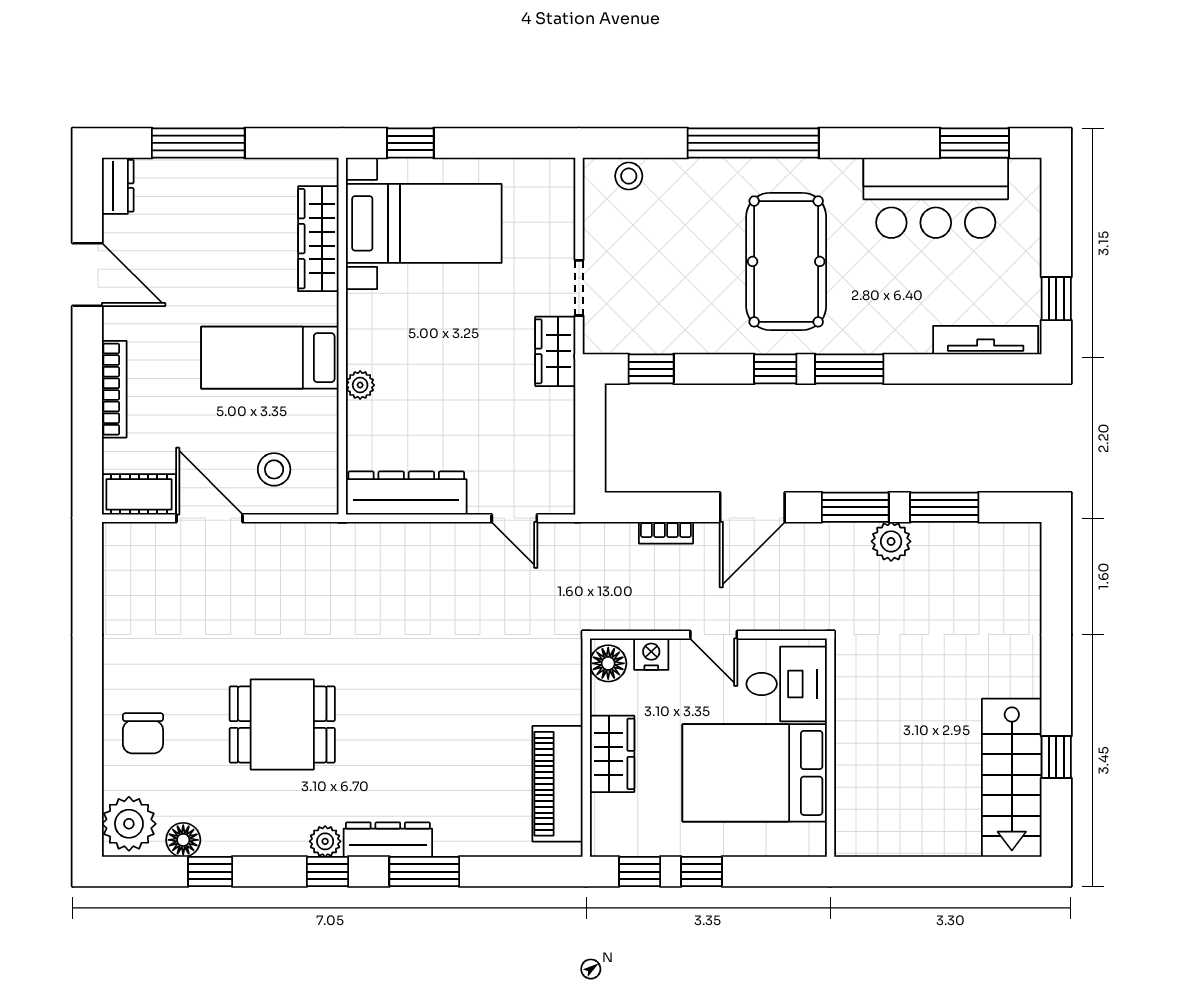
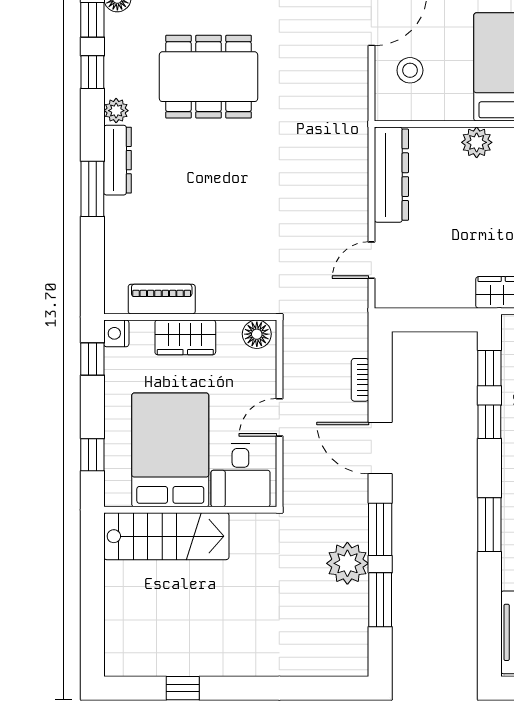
window: (775, 369) -> (489, 422), moved
plant: (360, 385) -> (477, 142), width x1.38, depth x1.38
plant: (891, 541) -> (347, 563), width x1.36, depth x1.36
nightstand: (651, 654) -> (116, 333), moved, turned 180
dining table: (282, 724) -> (209, 77), width x1.38
stairs: (1012, 778) -> (166, 536), moved, turned 180
piano: (558, 784) -> (162, 299), width x0.73, depth x0.75
window: (328, 872) -> (92, 72), moved
window: (701, 872) -> (92, 455), moved

